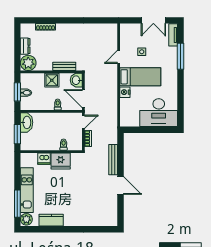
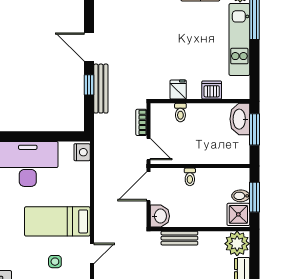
shower: (52, 80) -> (238, 214), moved
nightstand: (125, 92) -> (82, 152), moved
door: (83, 99) -> (148, 186), swing flipped
washbasin: (27, 122) -> (240, 119), moved
door: (83, 122) -> (148, 149), swing flipped
fridge: (61, 161) -> (178, 90), width x0.53, depth x0.75
window: (121, 162) -> (89, 85), added

